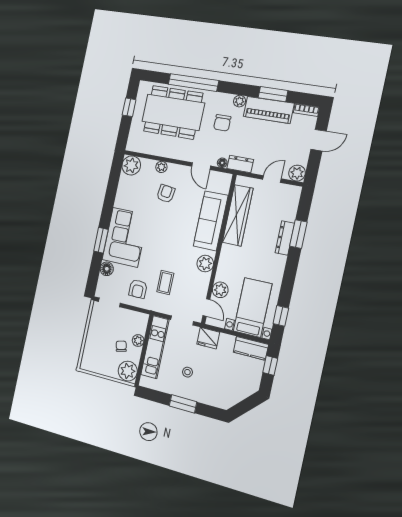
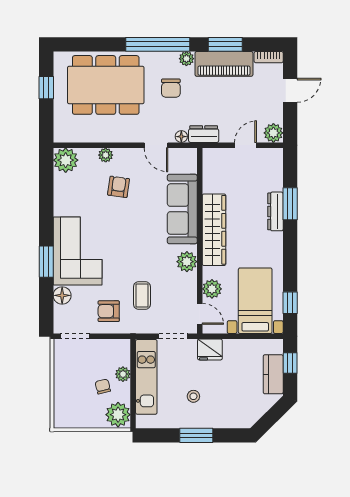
window: (193, 82) -> (158, 44), moved
wardrobe: (238, 215) -> (214, 230), moved
armchair: (138, 289) -> (109, 311), turned 90
kitchen counter: (251, 348) -> (273, 374), moved, turned 90

